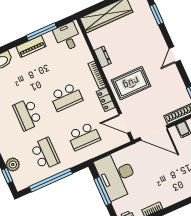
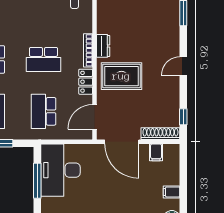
dresser: (103, 57) -> (103, 46), moved
door: (124, 123) -> (95, 117), hinge flipped
school desk: (84, 136) -> (43, 111), turned 90

